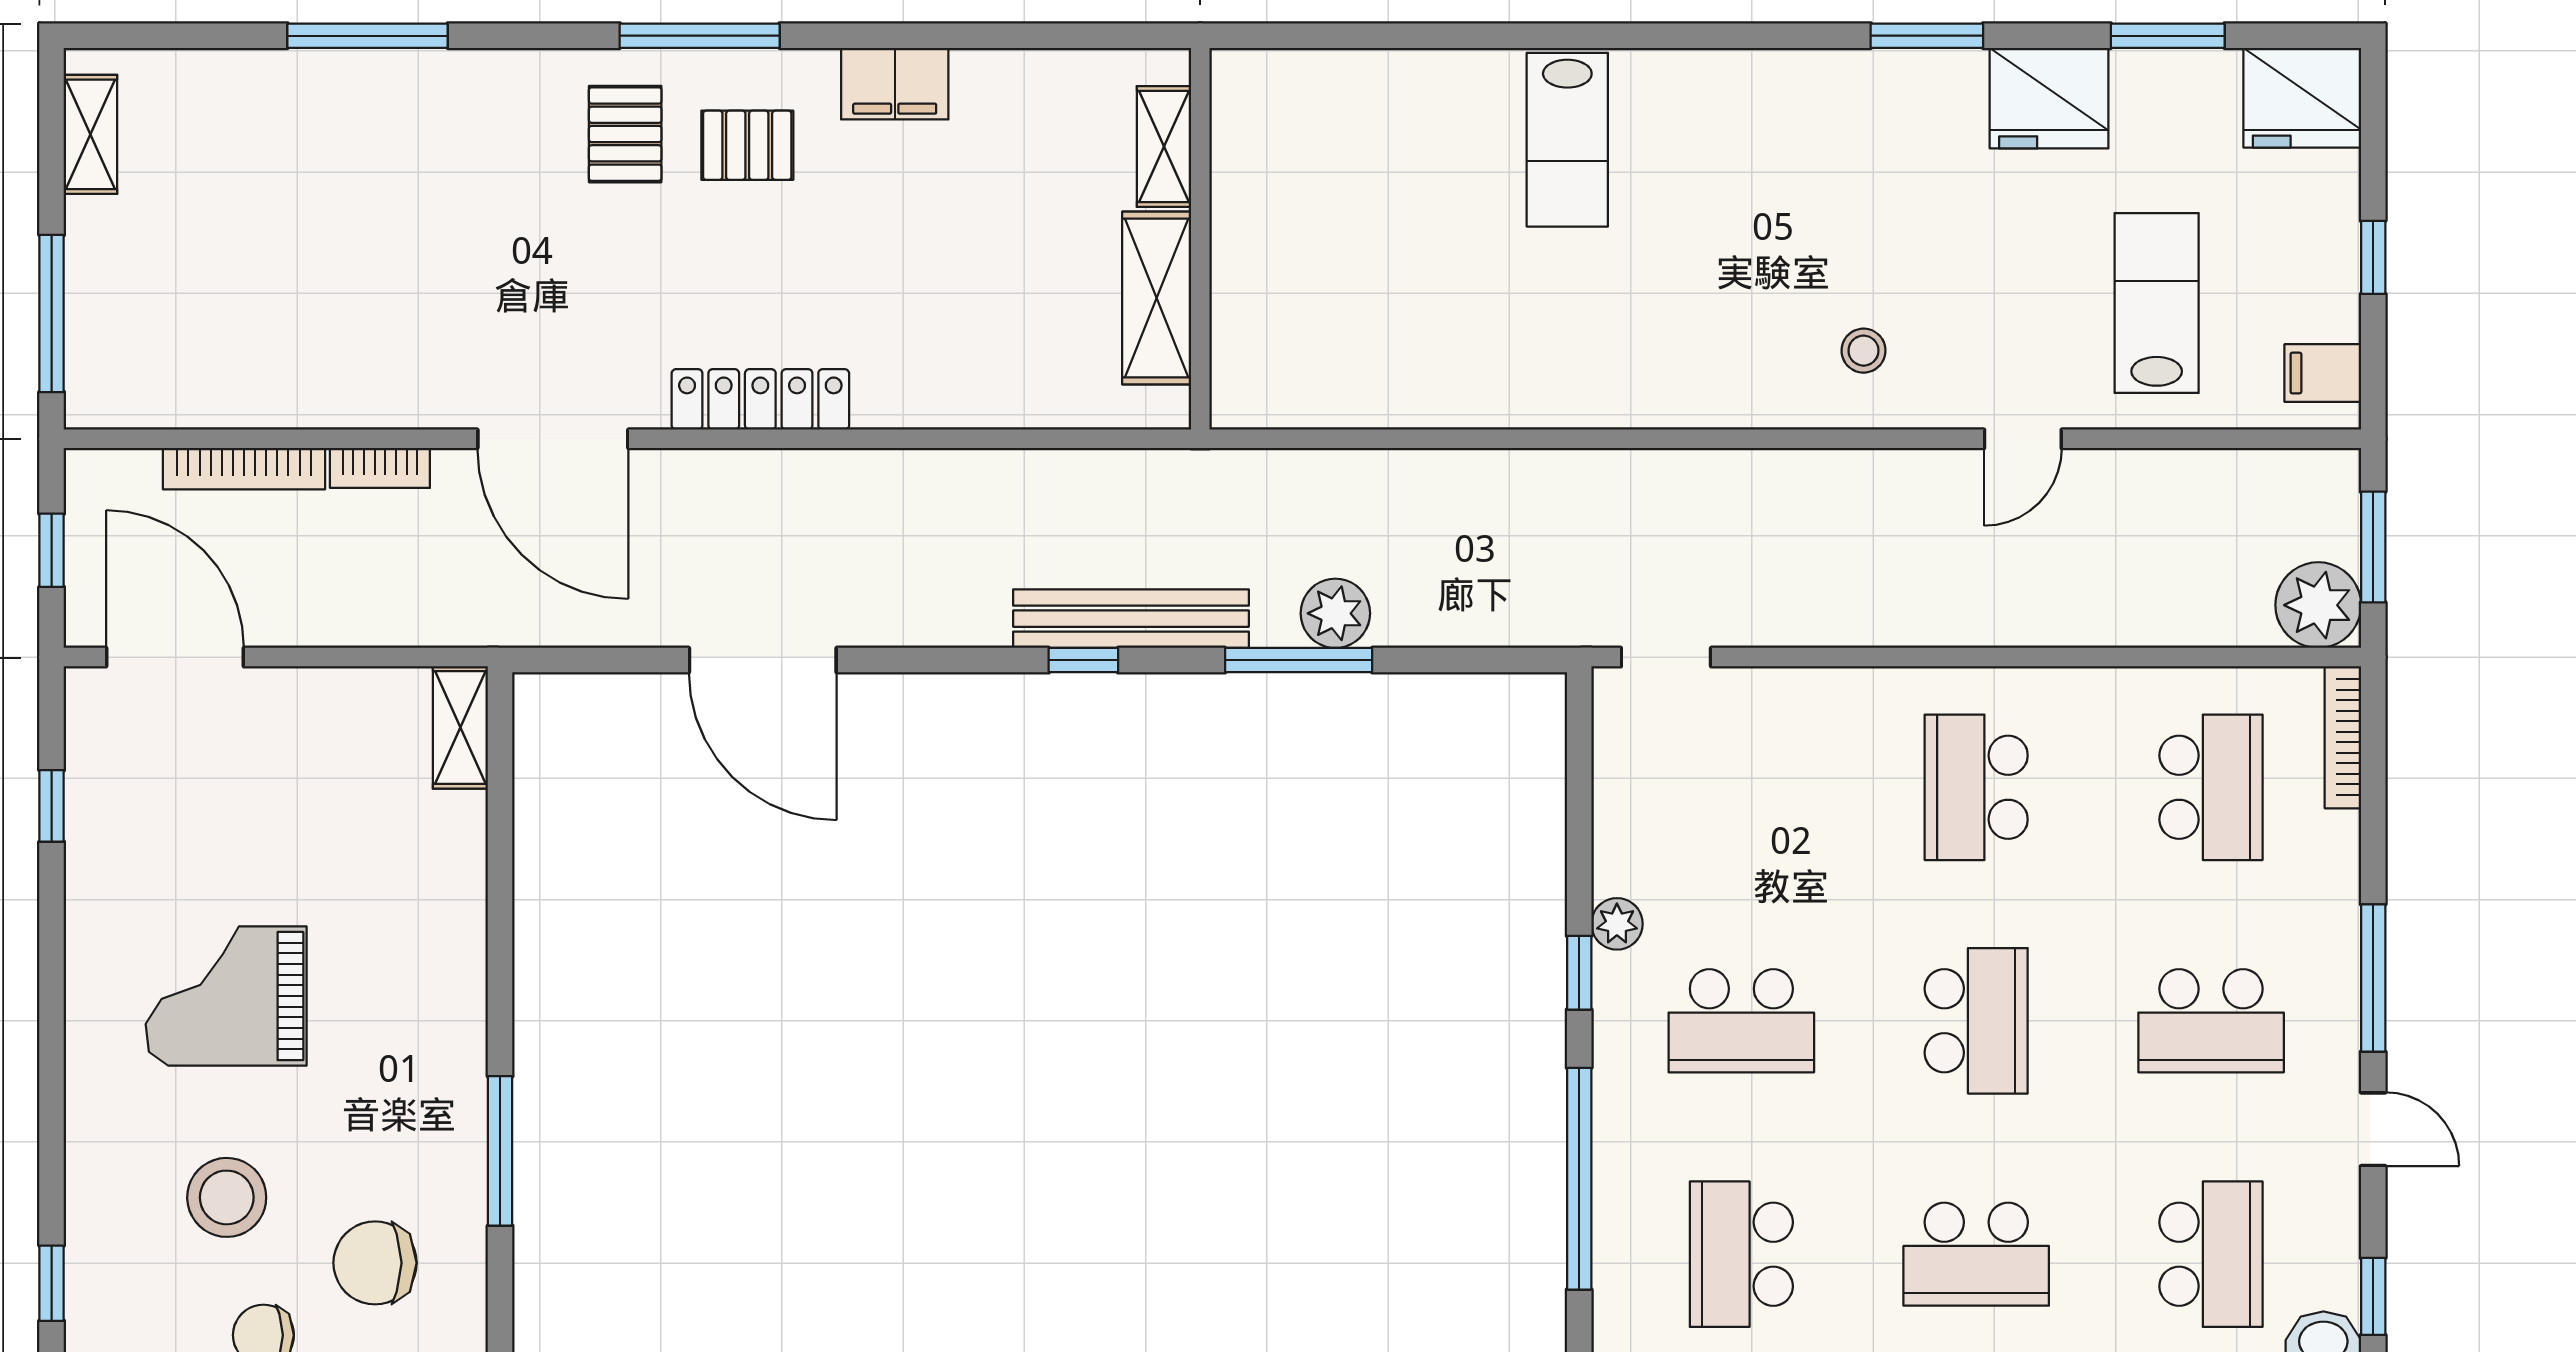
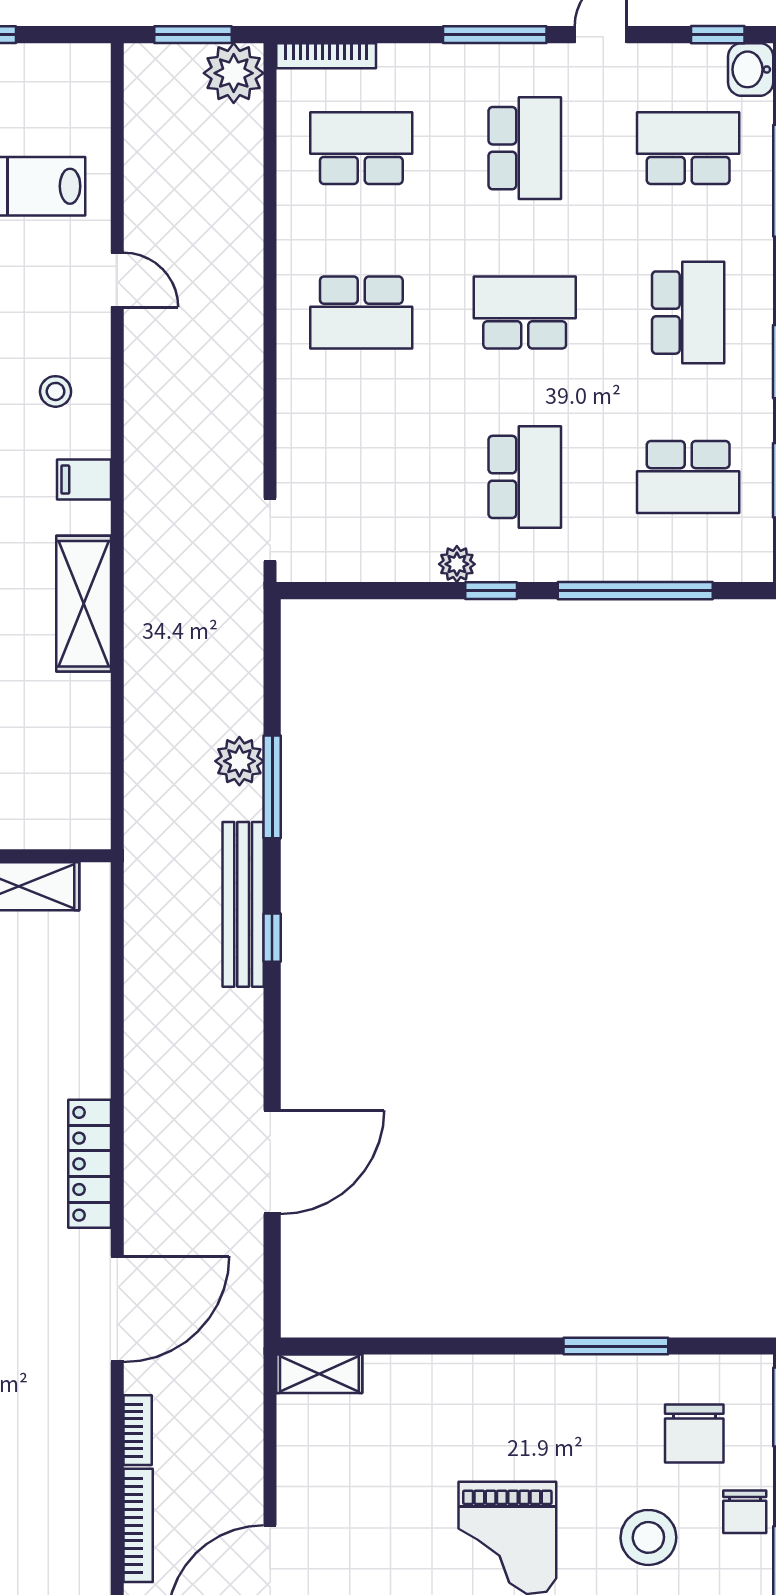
filing cabinet: (2323, 373) -> (84, 479), moved, turned 90
shelving: (1560, 391) -> (84, 604), added

